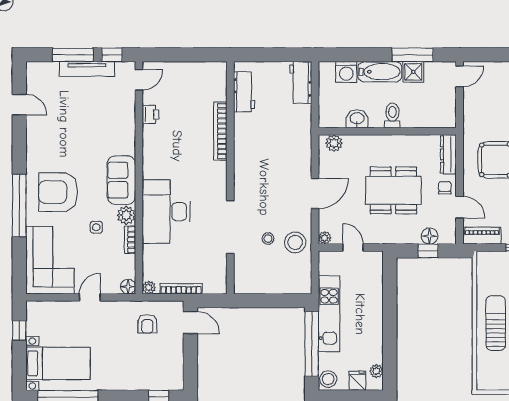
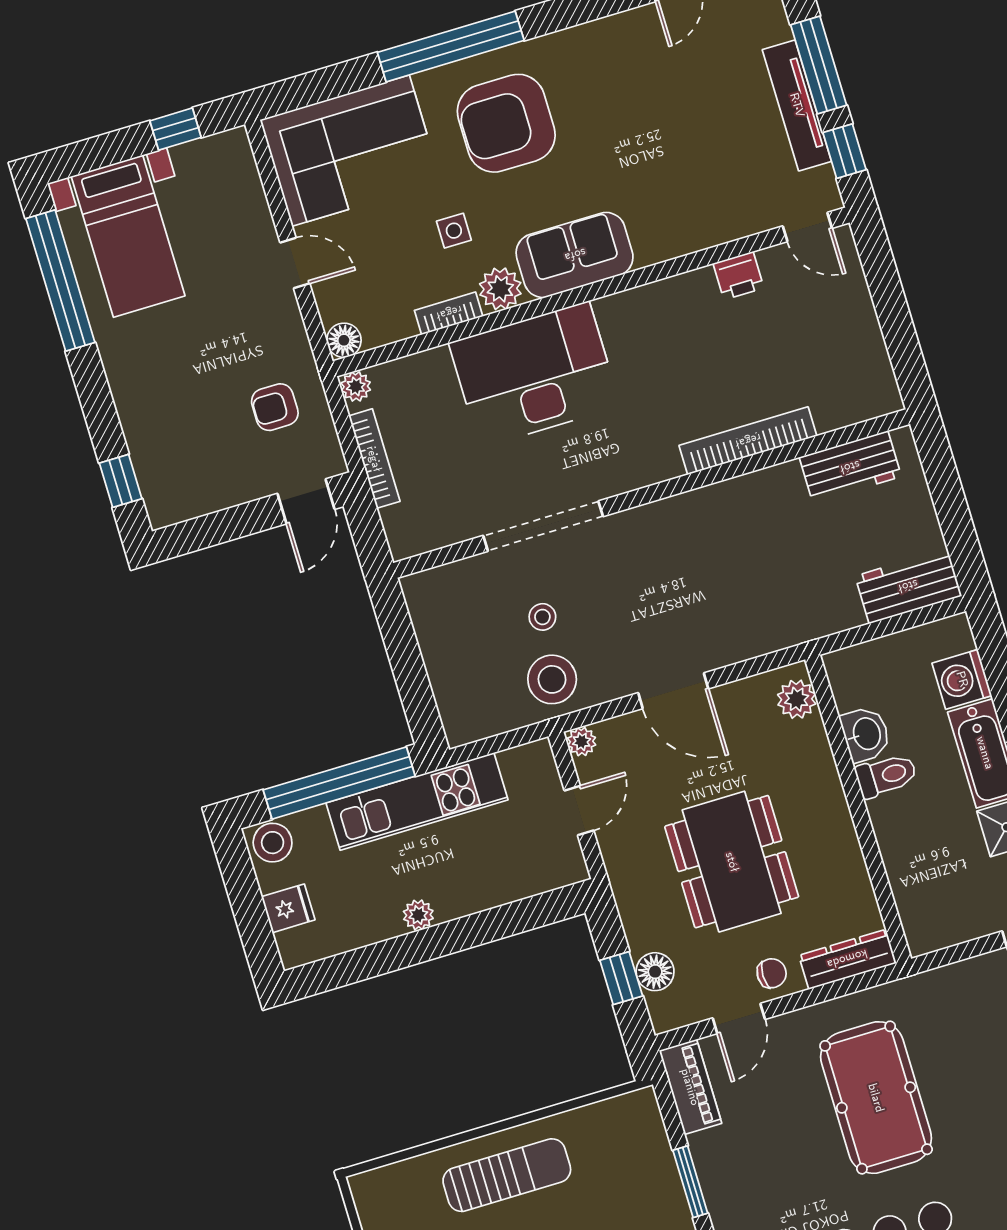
toilet: (392, 115) -> (886, 775), moved
armchair: (58, 192) -> (506, 123), turned -90
plant: (376, 371) -> (418, 915), moved

